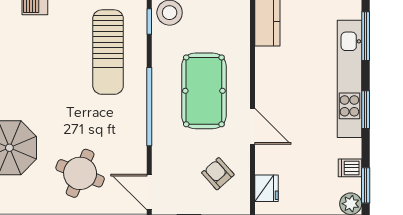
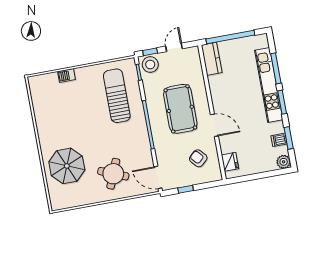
window: (366, 36) -> (276, 68), moved
sun lounger: (108, 52) -> (117, 96), turned 180
window: (366, 185) -> (289, 138), moved

